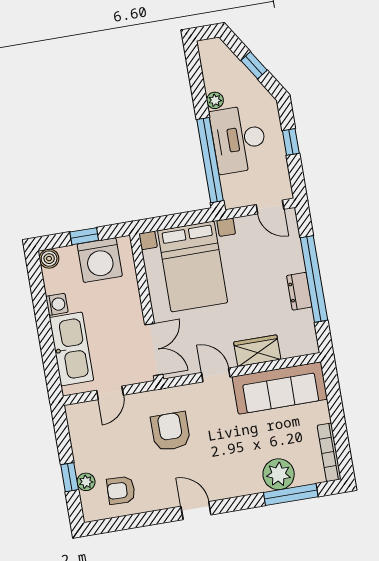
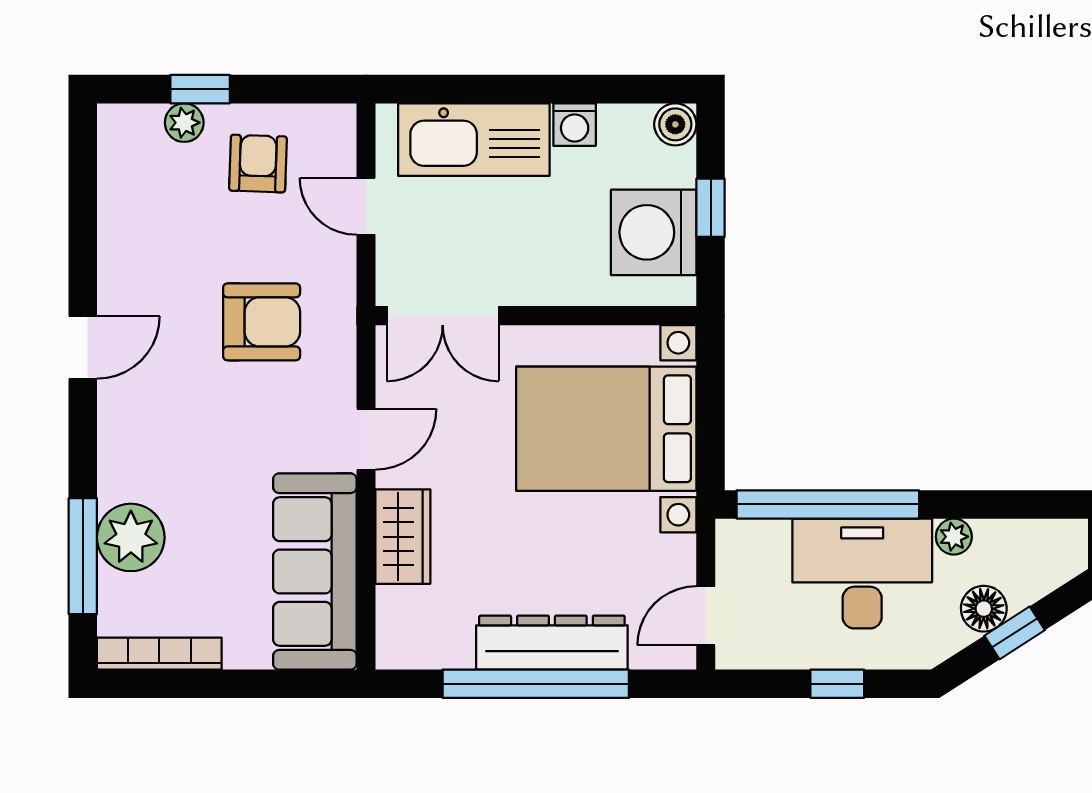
floor lamp: (245, 81) -> (984, 609), added
dresser: (299, 291) -> (552, 643), width x1.96, depth x1.24
armchair: (121, 490) -> (258, 164), moved

